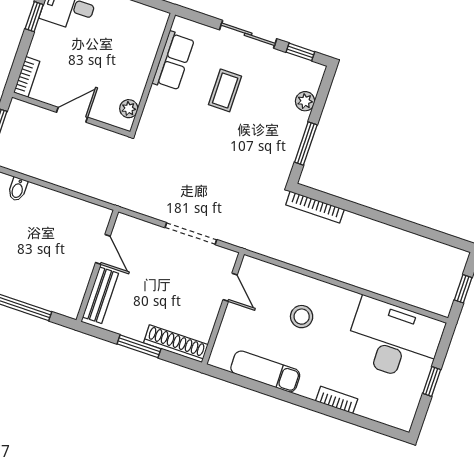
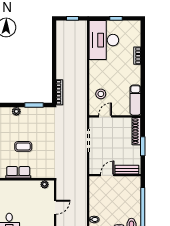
door: (72, 115) -> (55, 207), swing flipped
stool: (302, 317) -> (101, 94), moved
exam couch: (265, 371) -> (135, 100), moved

